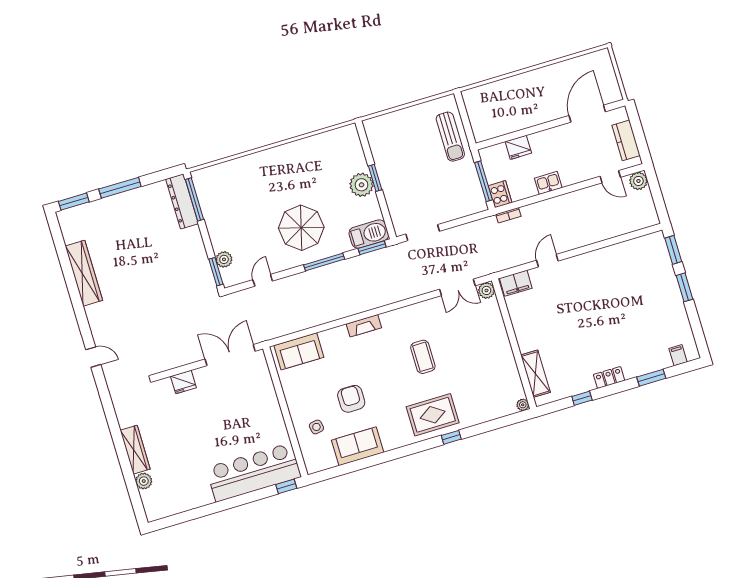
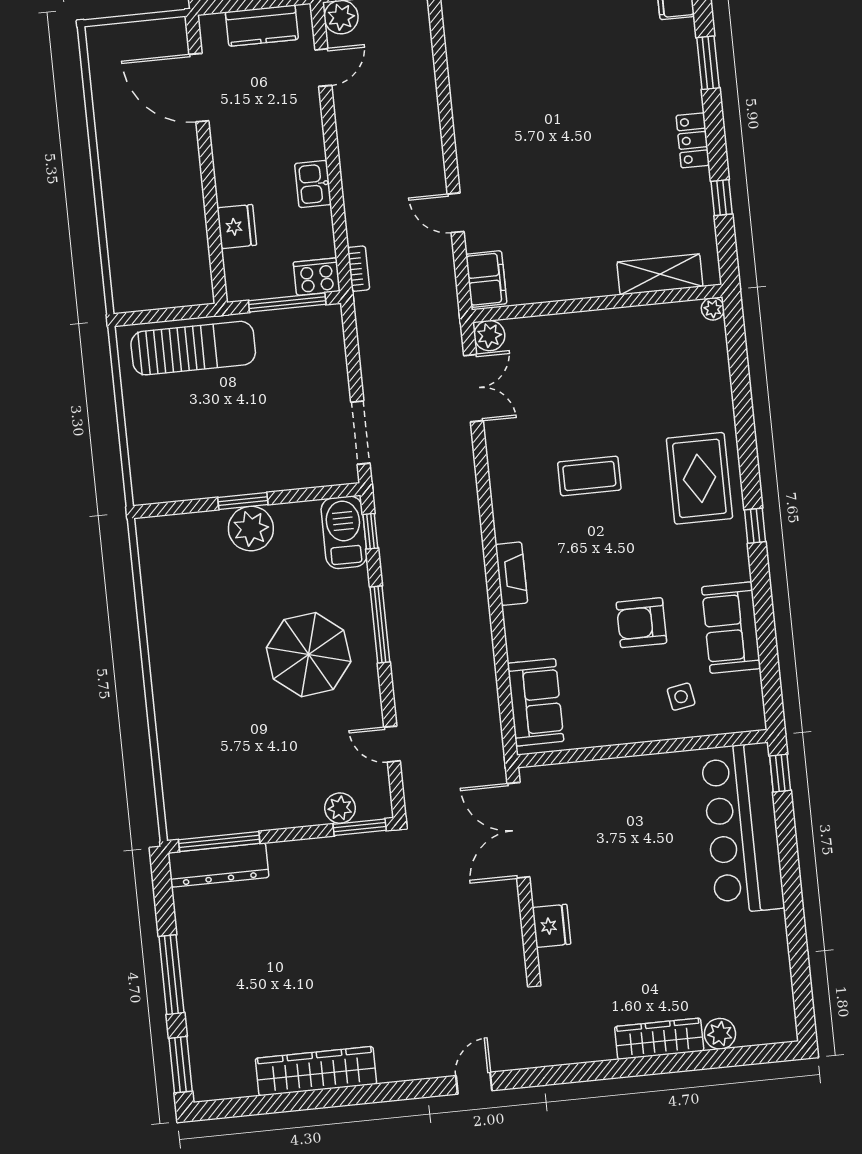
sun lounger: (450, 137) -> (193, 348), width x1.36, depth x1.34
window: (372, 248) -> (370, 531), width x0.67
window: (451, 437) -> (755, 526), moved

